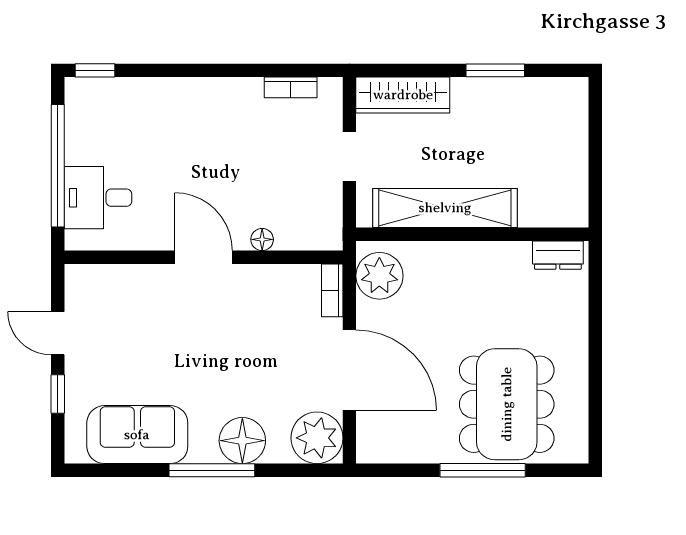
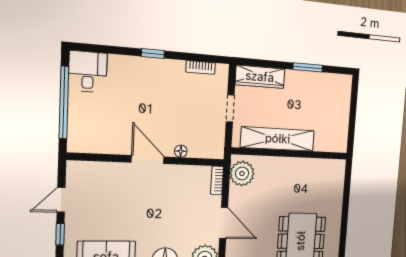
window: (95, 70) -> (153, 53), moved
desk: (98, 198) -> (88, 72), moved, turned 90
dresser: (558, 255) -> (331, 166), removed
door: (58, 333) -> (61, 200), hinge flipped
door: (349, 370) -> (224, 223), width x0.73

